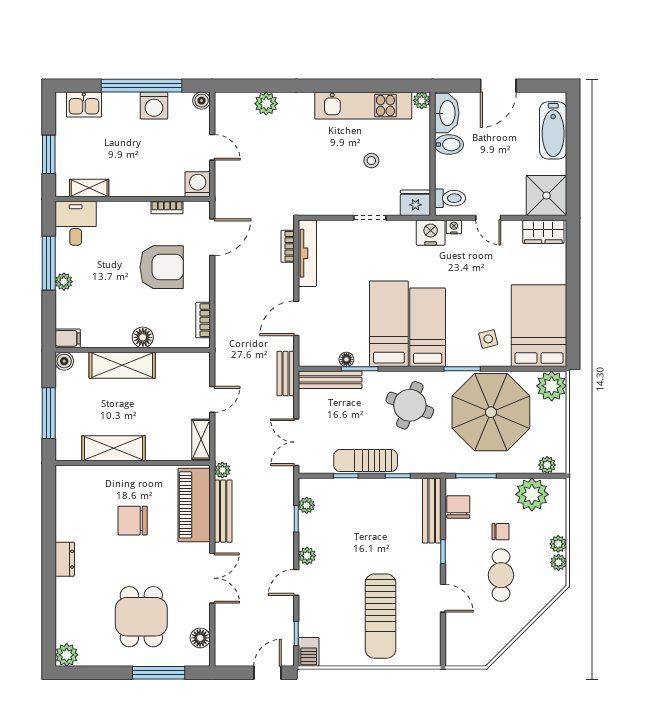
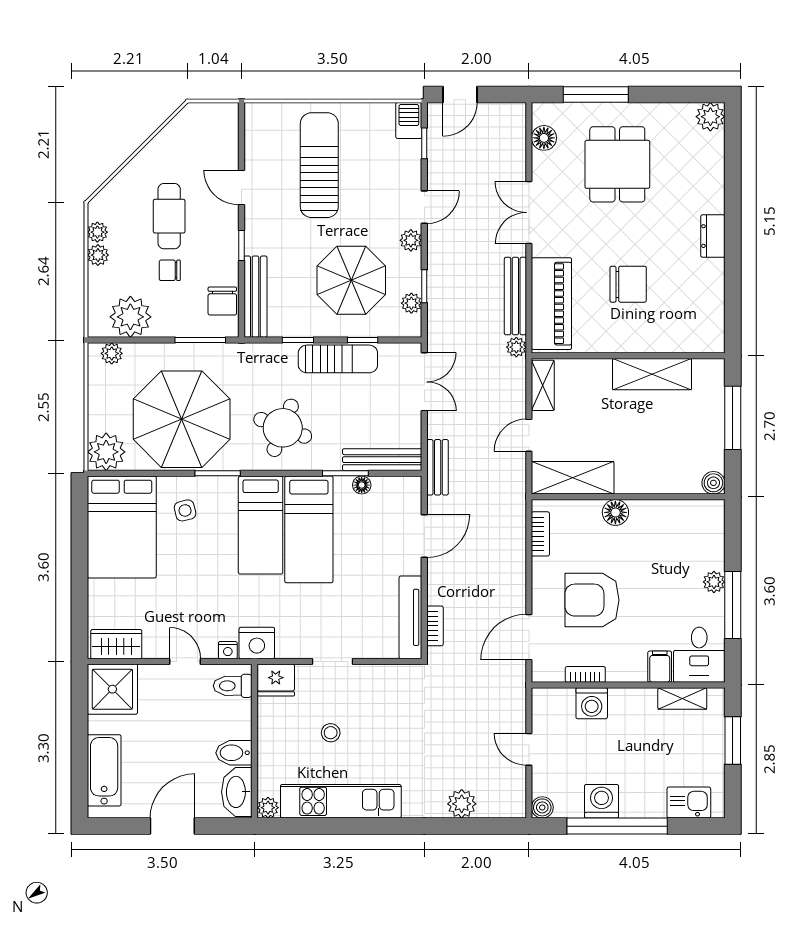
washing machine: (198, 184) -> (592, 703), moved
filing cabinet: (68, 338) -> (660, 667), moved, turned 90
shelving: (122, 365) -> (573, 478), moved
parasol: (355, 524) -> (351, 280), added

